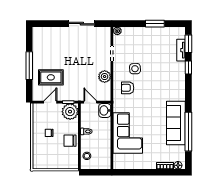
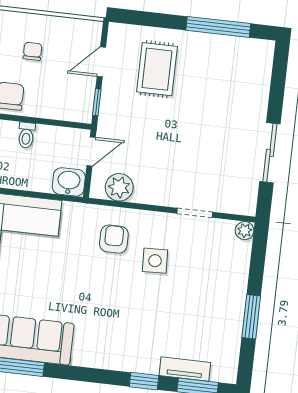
window: (29, 66) -> (218, 27), moved
plant: (105, 77) -> (119, 187), moved
door: (50, 102) -> (101, 62), swing flipped
plant: (70, 112) -> (75, 104), removed

